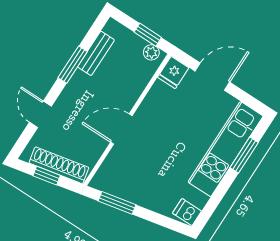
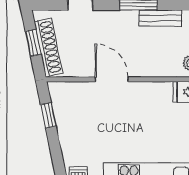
window: (117, 203) -> (48, 115), width x0.67

